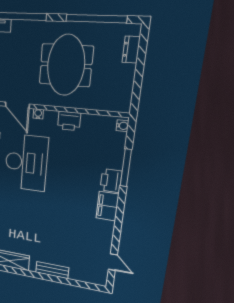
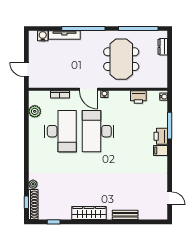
printer: (69, 121) -> (138, 97), moved
desk: (26, 163) -> (98, 131), turned 180
filing cabinet: (107, 206) -> (161, 150), width x0.50

